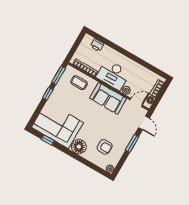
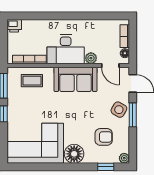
printer: (97, 45) -> (14, 26), moved
door: (136, 102) -> (110, 65), swing flipped
side table: (125, 135) -> (119, 110), added
window: (48, 140) -> (106, 167), moved

